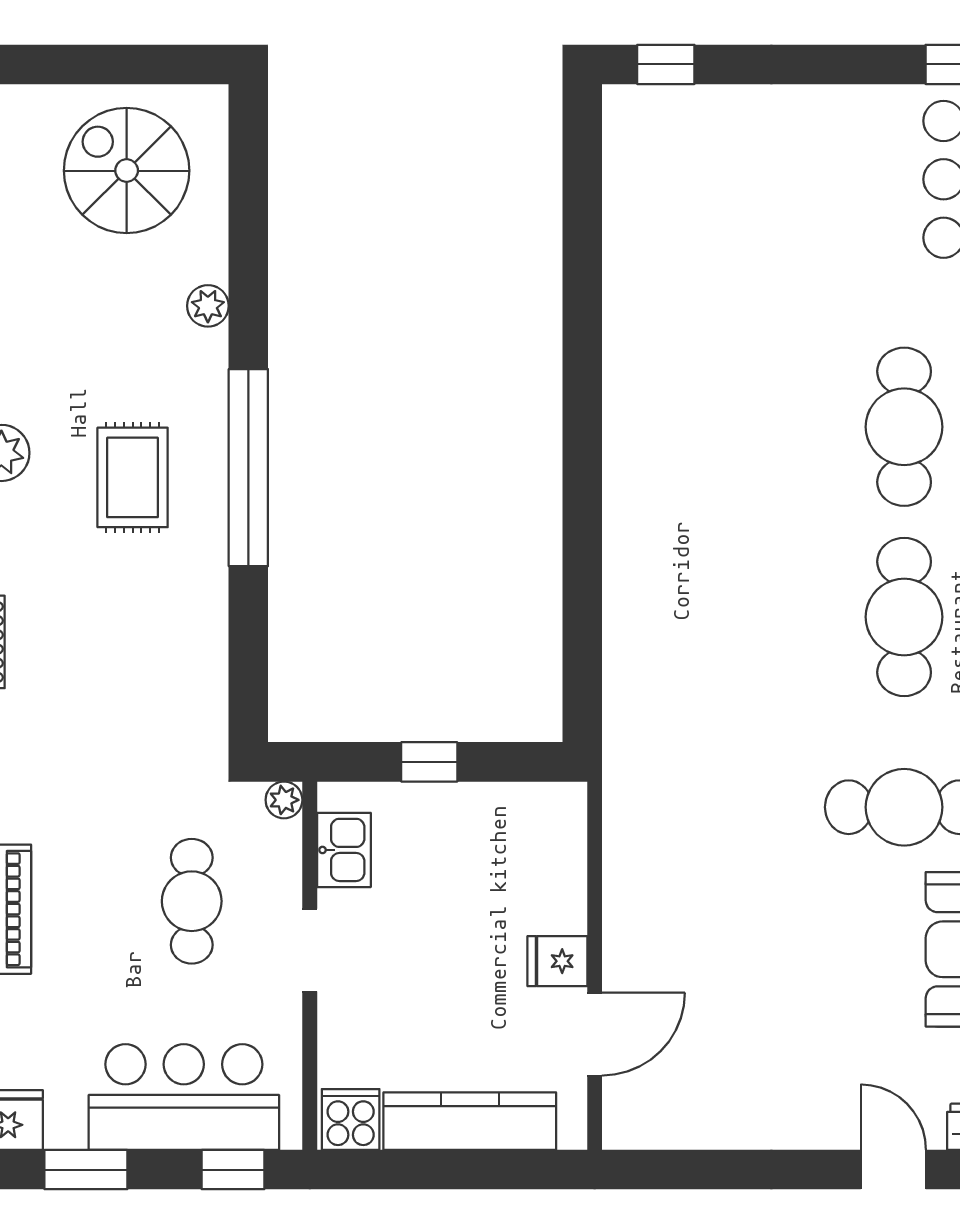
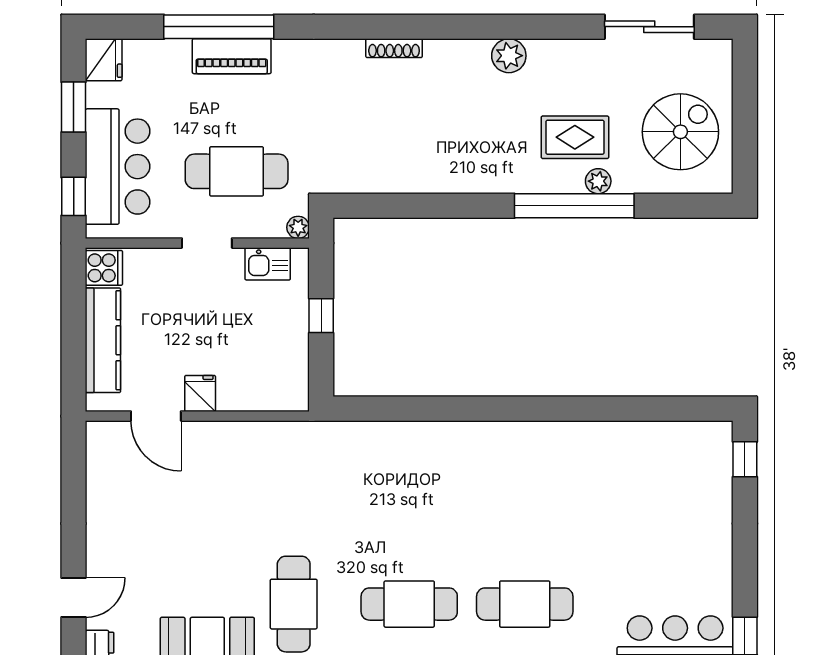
window: (248, 468) -> (574, 206), moved
rug: (133, 477) -> (575, 137), moved
cafe table: (192, 901) -> (237, 171), width x1.37, depth x1.35

